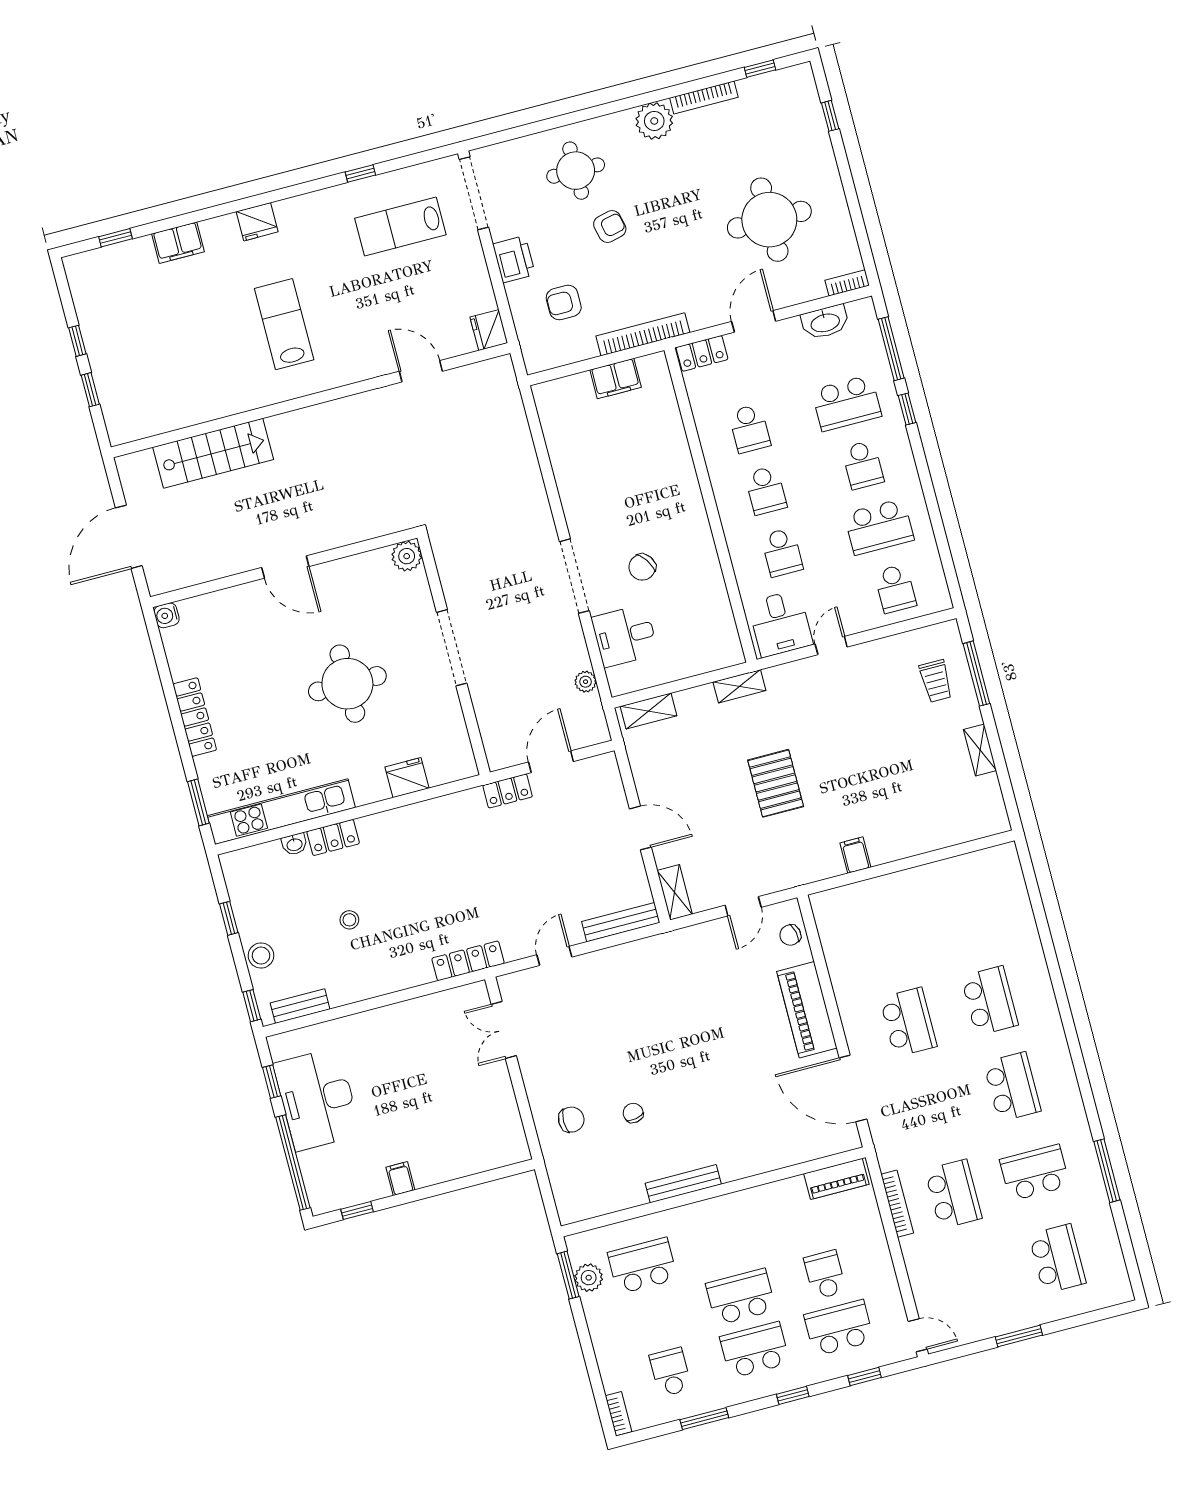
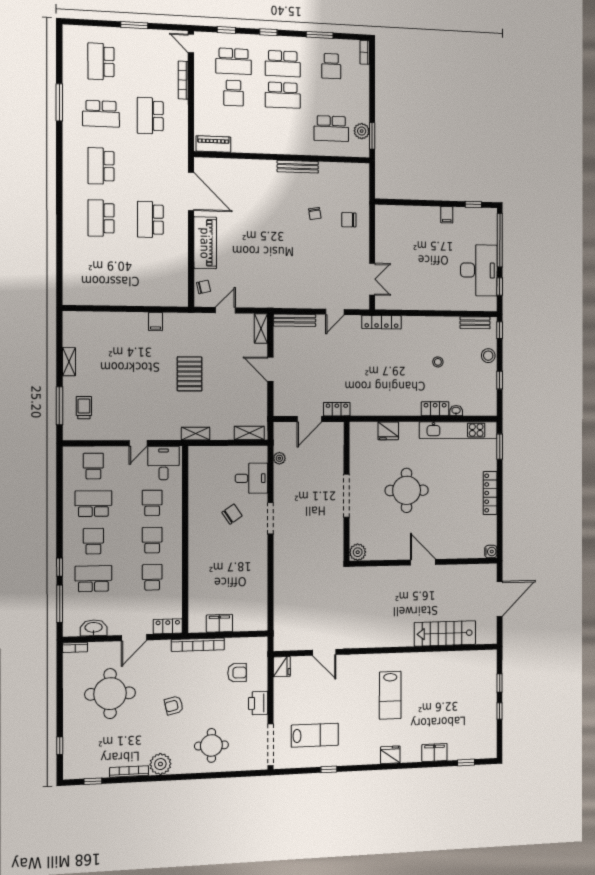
armchair: (610, 227) -> (174, 705), moved
doorway: (574, 576) -> (270, 518), width x0.73
bookcase: (897, 1204) -> (183, 80), moved

